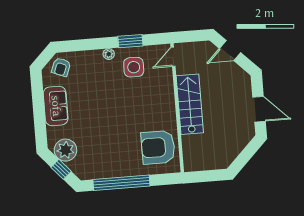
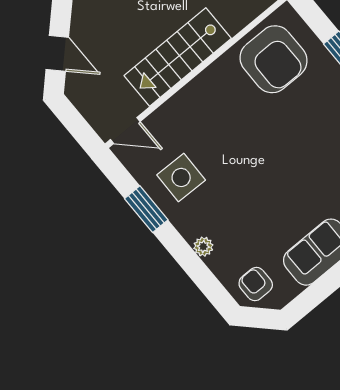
plant: (109, 54) -> (203, 247), moved
armchair: (61, 67) -> (256, 284), turned -112

